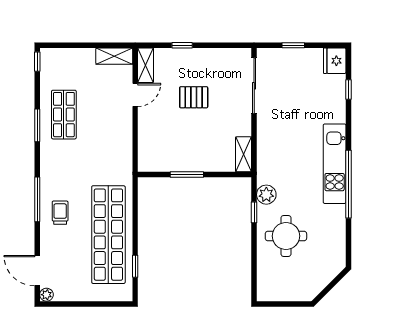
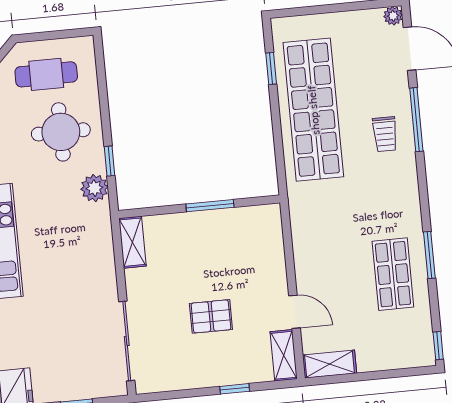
door: (135, 95) -> (294, 312), swing flipped
window: (37, 199) -> (416, 120), moved
cafe table: (292, 277) -> (46, 74), added

